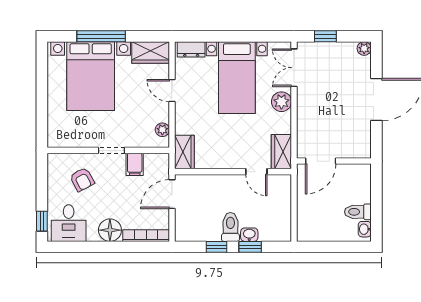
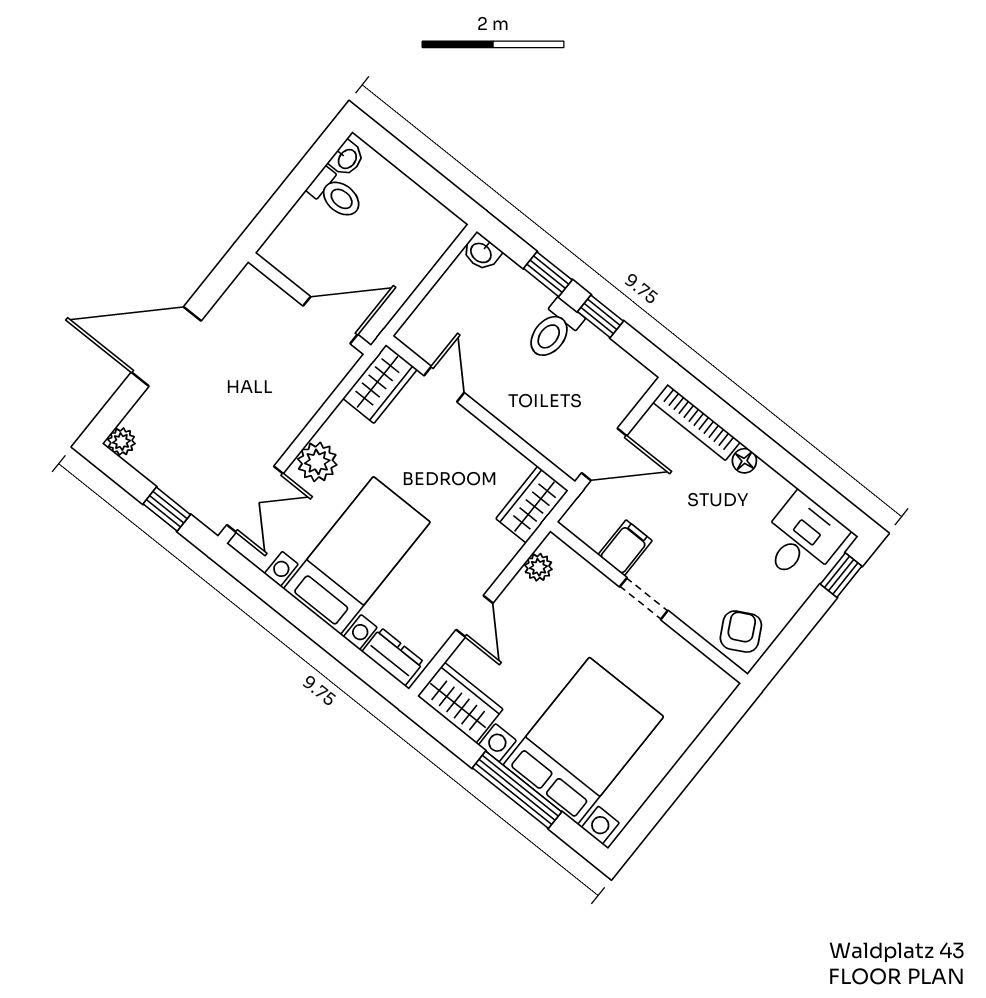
armchair: (82, 179) -> (741, 632), moved
floor lamp: (110, 230) -> (744, 461), width x0.53, depth x0.53
washbasin: (249, 235) -> (481, 252), moved

